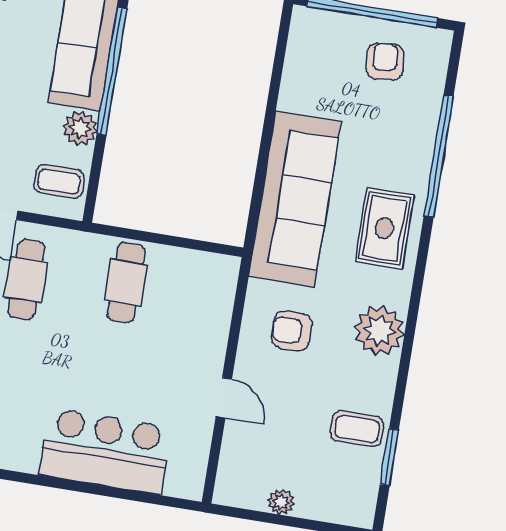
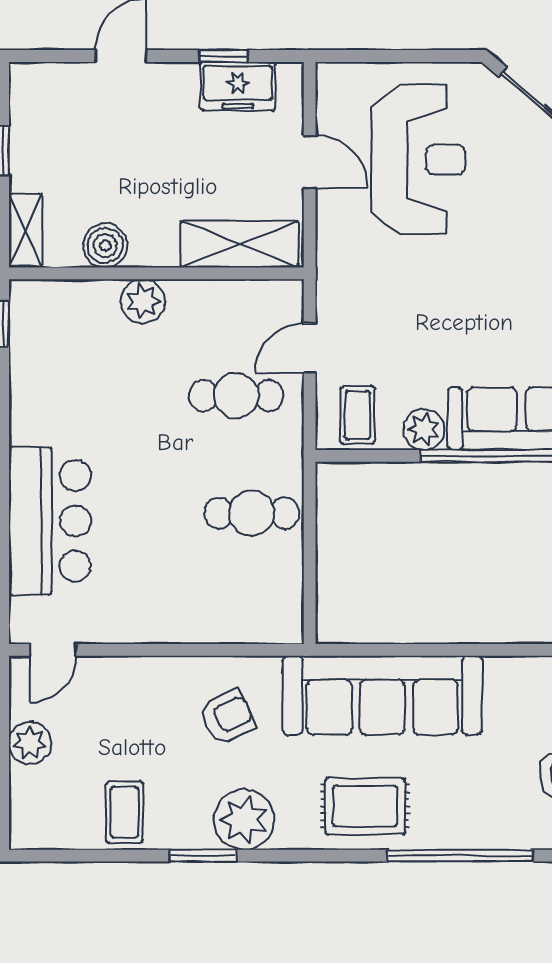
armchair: (292, 331) -> (227, 717), turned 65
door: (224, 398) -> (53, 650), moved
window: (389, 457) -> (203, 856), moved
plant: (281, 502) -> (30, 743), width x1.38, depth x1.38

